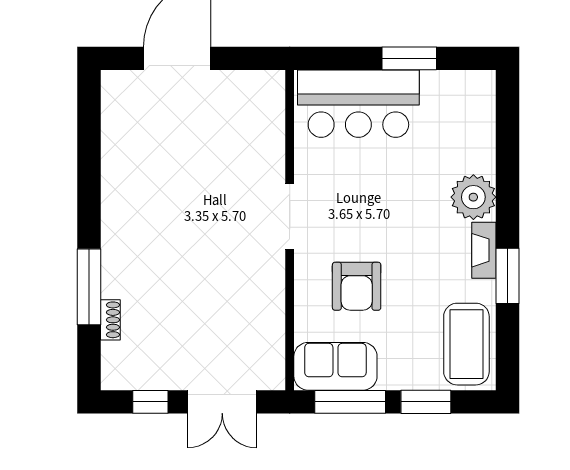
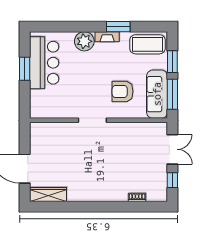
bar counter: (358, 104) -> (44, 63), moved
wardrobe: (117, 113) -> (48, 195), added
armchair: (357, 286) -> (123, 92), turned 180
window: (89, 287) -> (123, 207), removed
sofa: (335, 366) -> (157, 94), width x1.36

